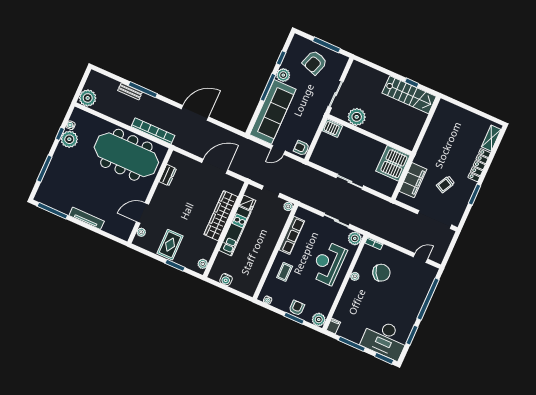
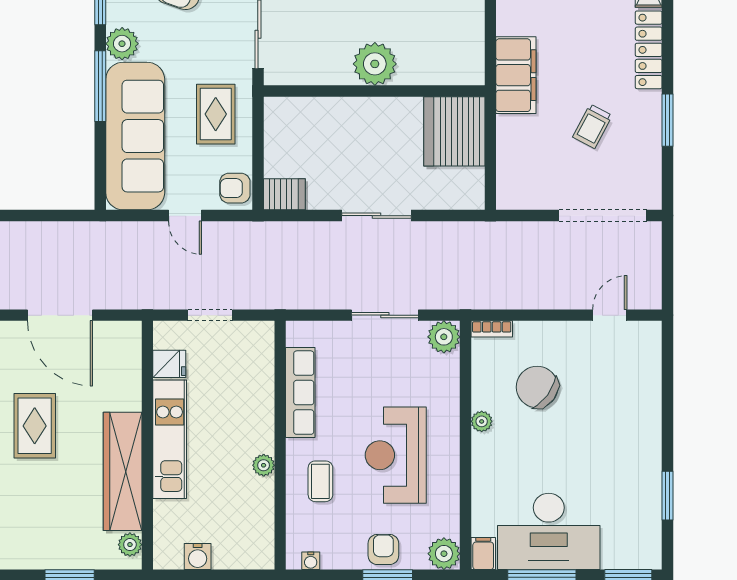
rug: (307, 117) -> (216, 114), added
plant: (357, 117) -> (375, 64), moved
server rack: (332, 128) -> (284, 194), moved
door: (278, 150) -> (185, 216), hinge flipped
door: (215, 166) -> (60, 315), swing flipped
filing cabinet: (413, 180) -> (516, 75), moved
plant: (288, 206) -> (264, 465), moved
wardrobe: (221, 216) -> (123, 471), moved
rug: (170, 245) -> (35, 426), moved
reception desk: (328, 263) -> (396, 455), moved
chair: (381, 273) -> (537, 387), turned -114
window: (428, 299) -> (668, 399), removed
desk: (385, 339) -> (549, 531), moved

